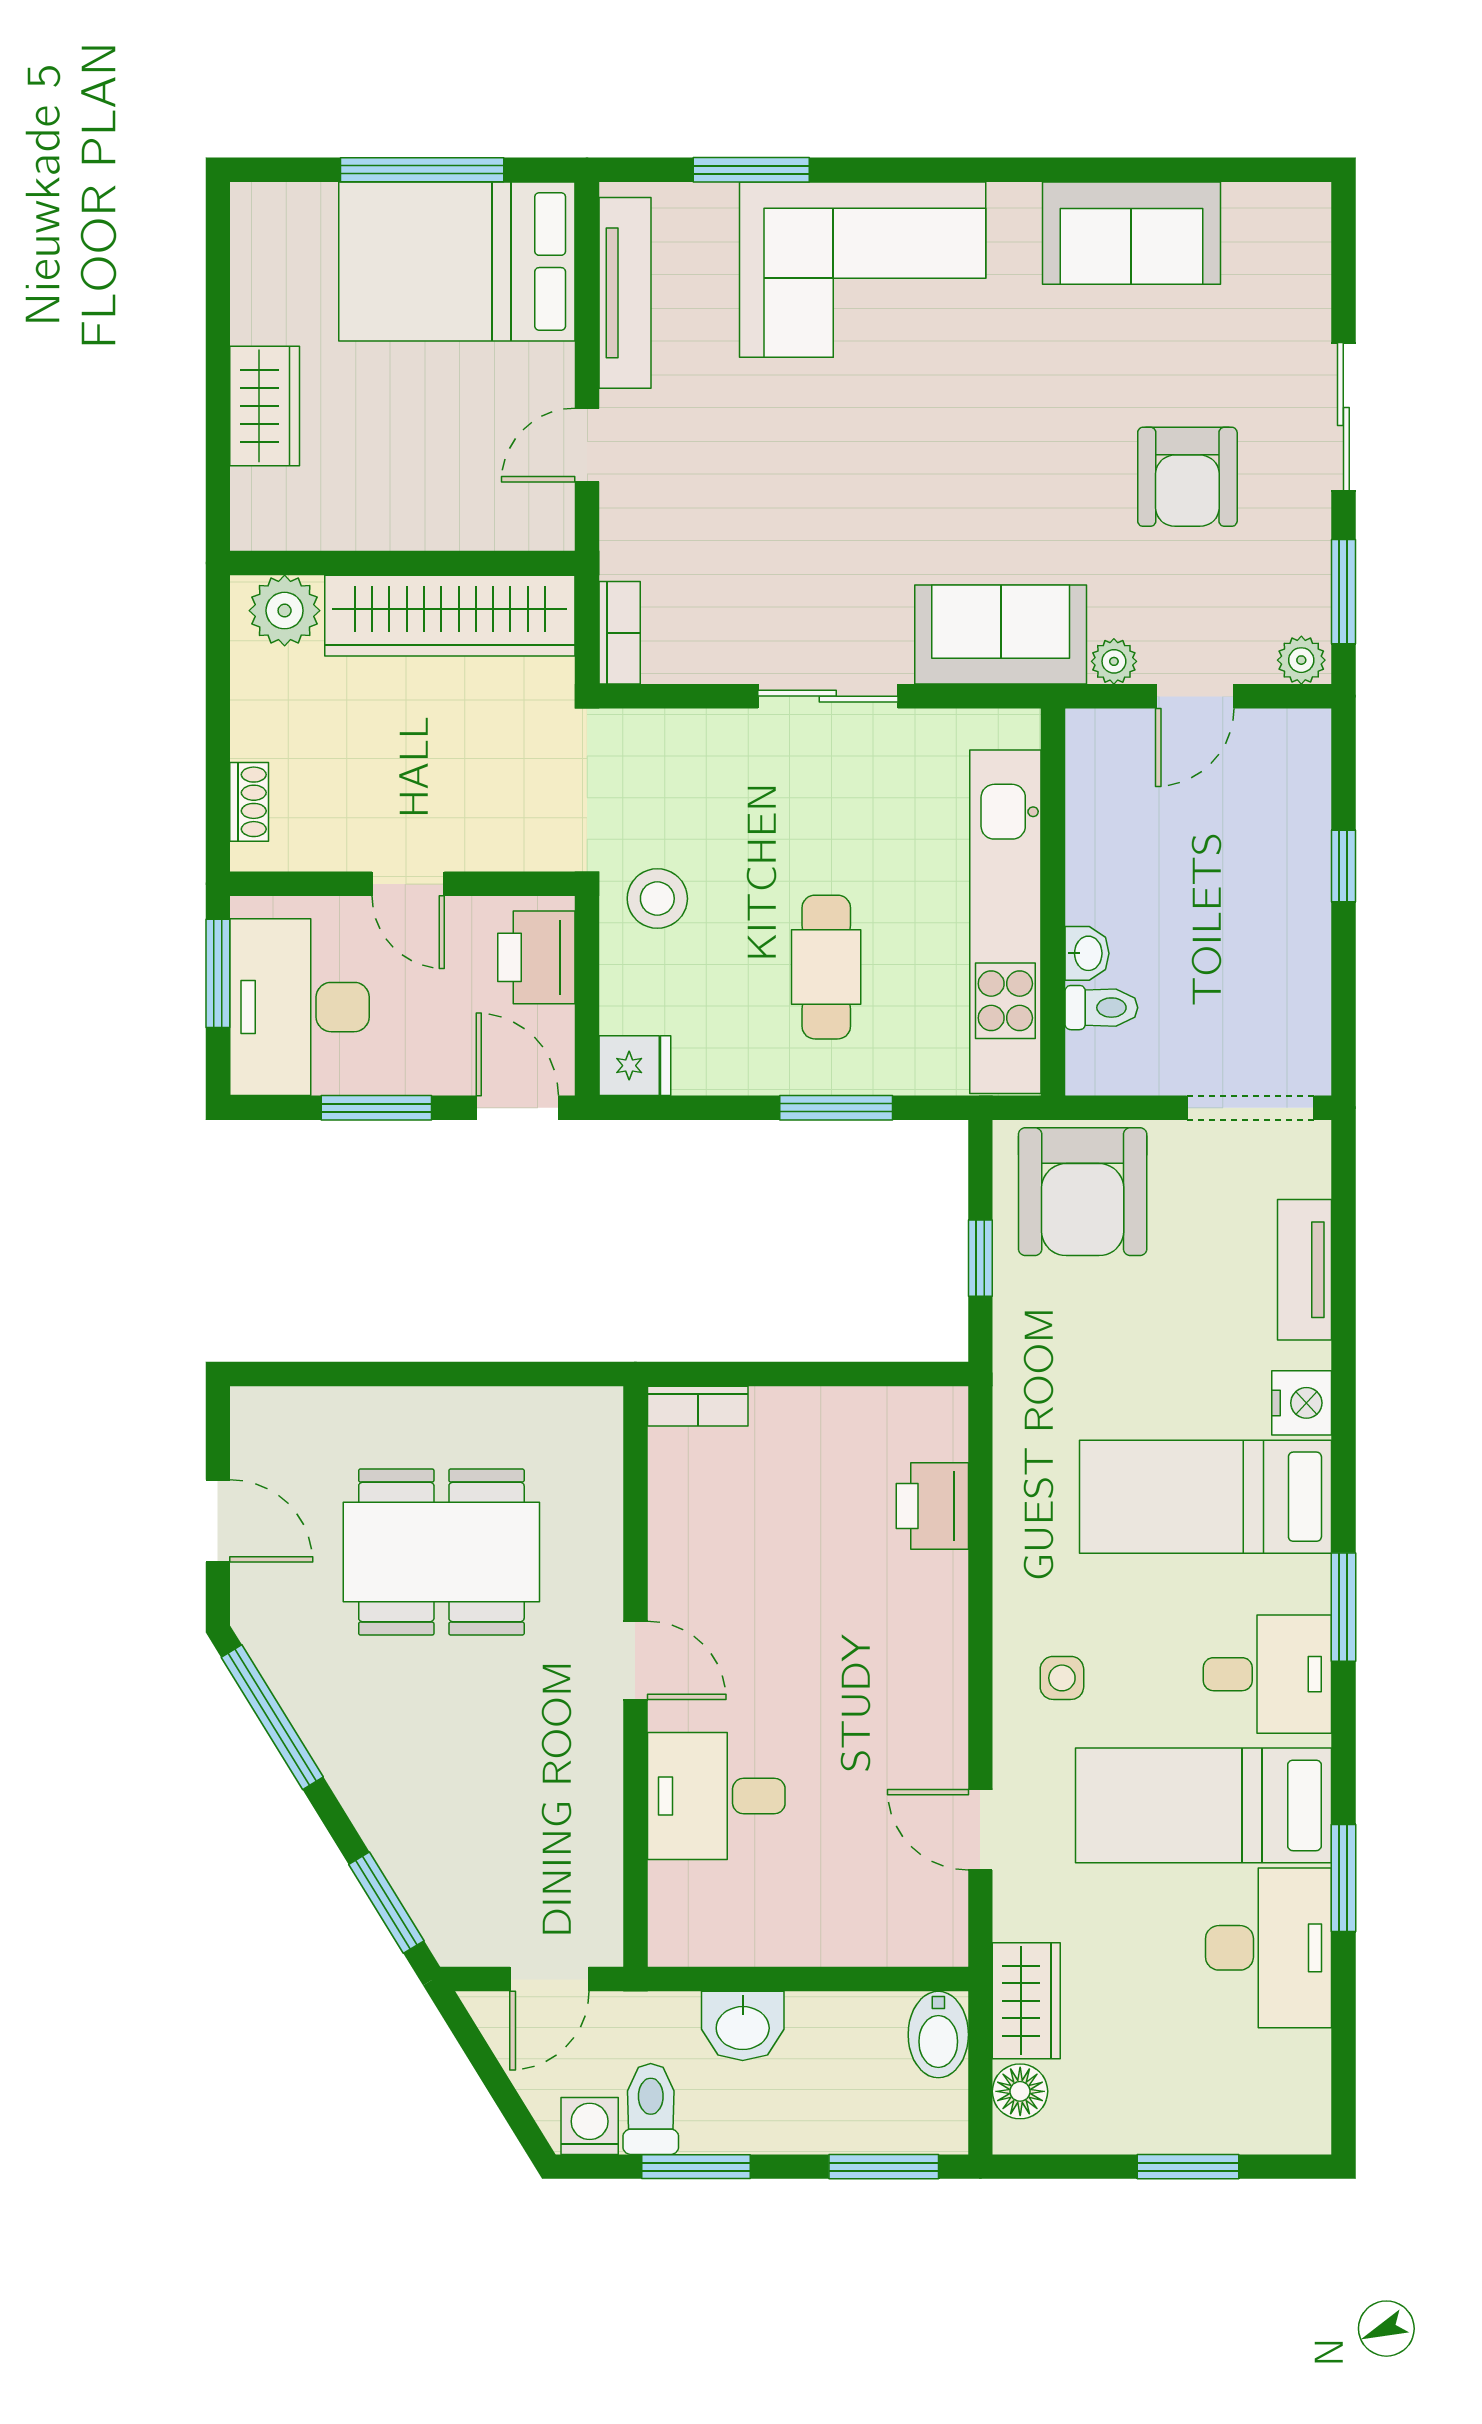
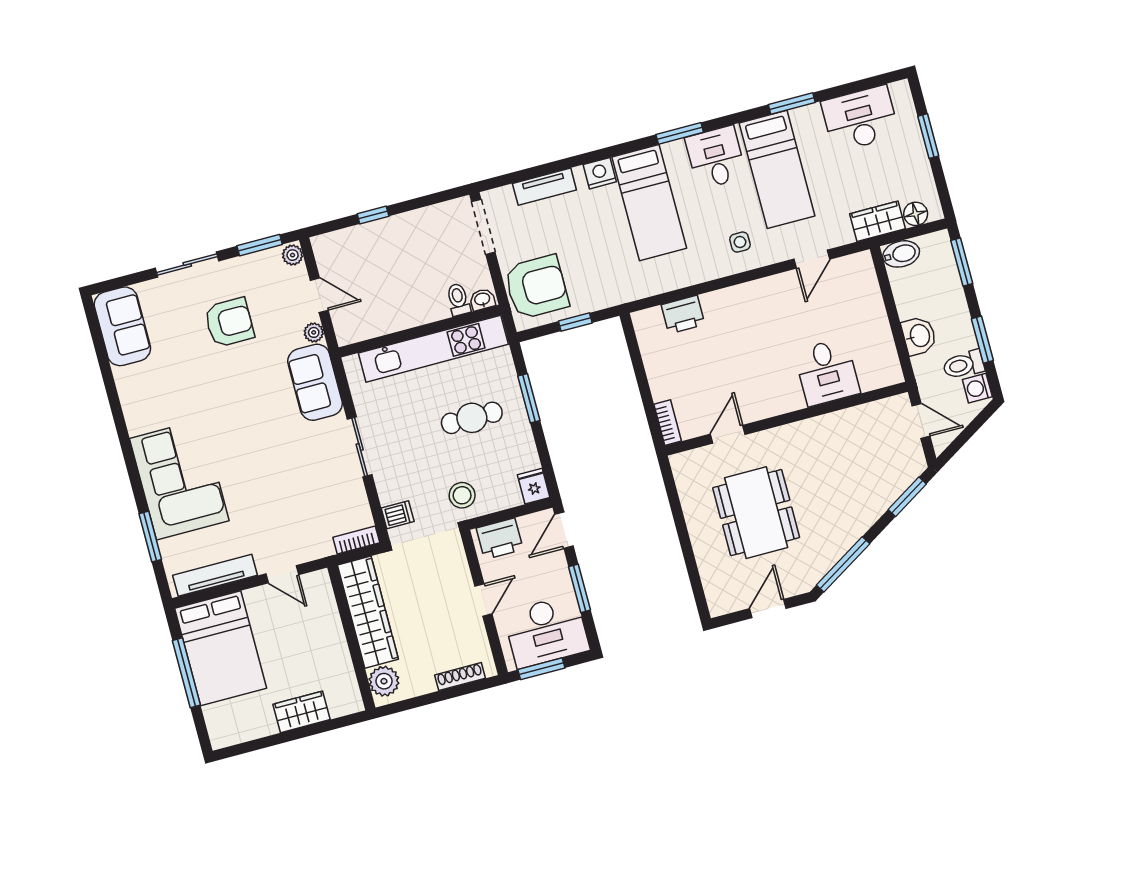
sofa: (1131, 233) -> (122, 326), moved
dishwasher: (652, 741) -> (398, 515), added
shoe rack: (249, 802) -> (460, 677), width x1.43
washbasin: (1087, 953) -> (482, 300), moved
door: (635, 1660) -> (728, 434), moved
desk: (1268, 1948) -> (860, 119), moved

